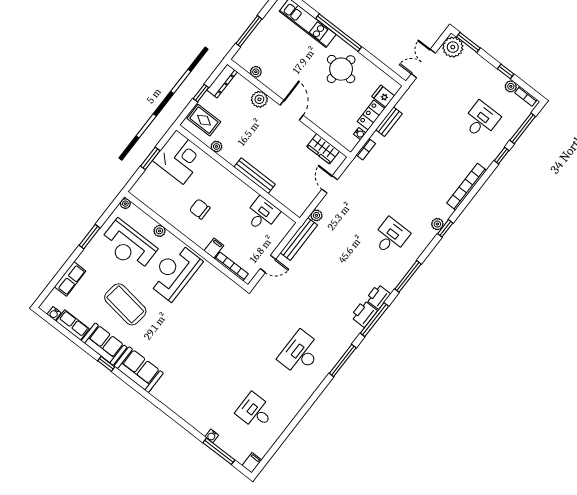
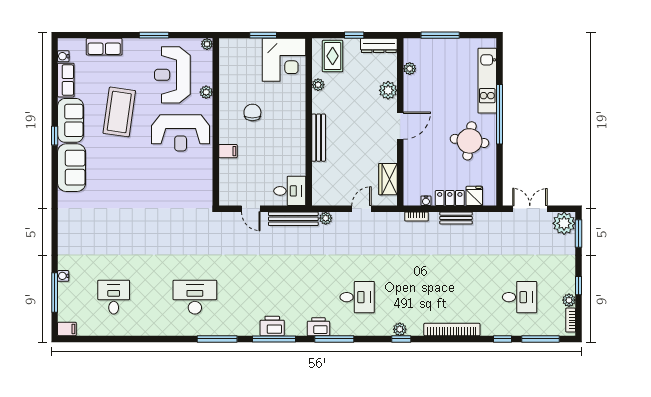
desk: (262, 214) -> (290, 191), moved
bookcase: (231, 266) -> (224, 179), removed
reception desk: (174, 272) -> (181, 133), turned 180
printer: (378, 297) -> (318, 327), moved

